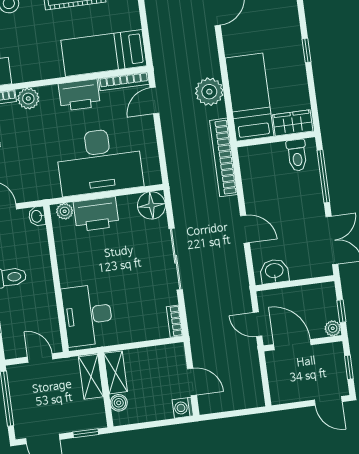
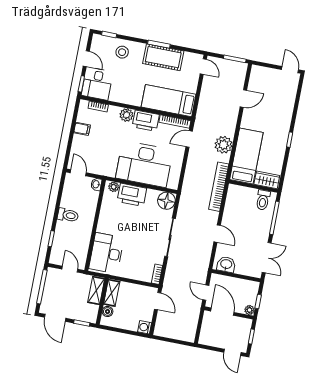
plant: (28, 99) -> (126, 115), moved
door: (192, 382) -> (158, 301), moved

